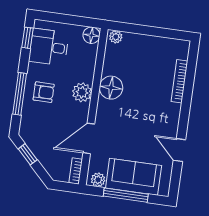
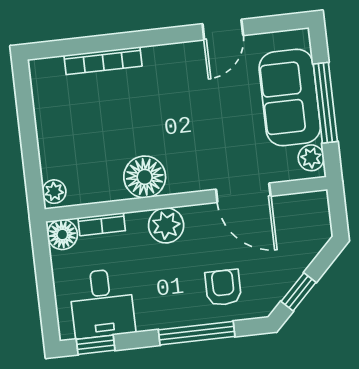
armchair: (44, 92) -> (223, 288), moved
bookcase: (76, 171) -> (102, 224), moved

